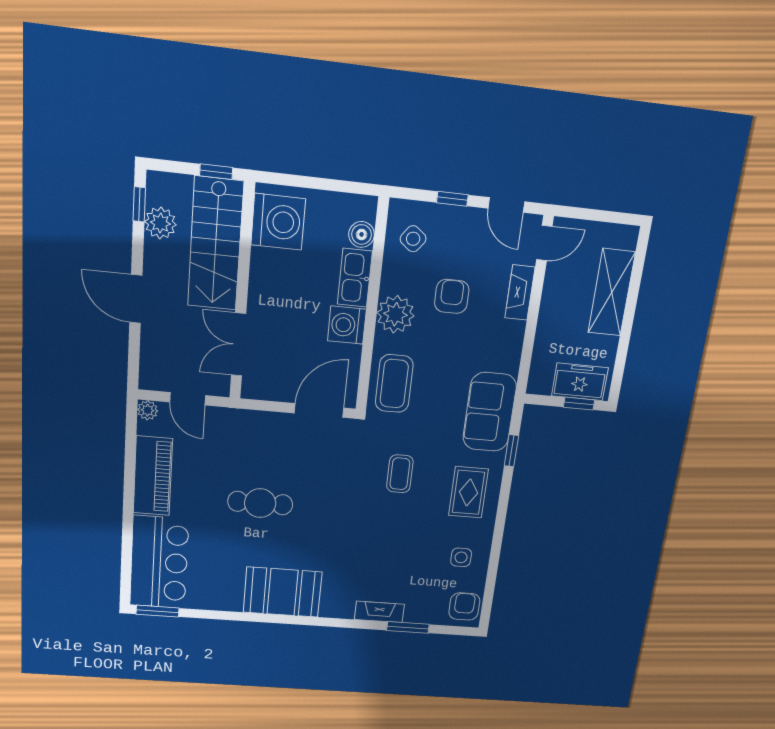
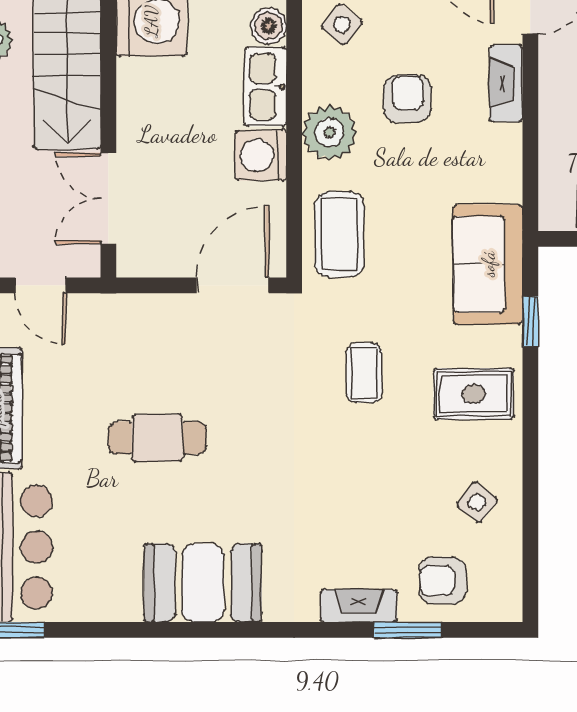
rug: (468, 492) -> (474, 394), turned 90
side table: (461, 557) -> (477, 502), turned 38
armchair: (464, 607) -> (443, 581), moved, turned -90

